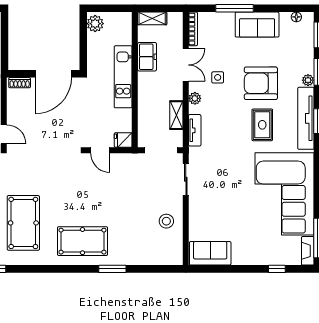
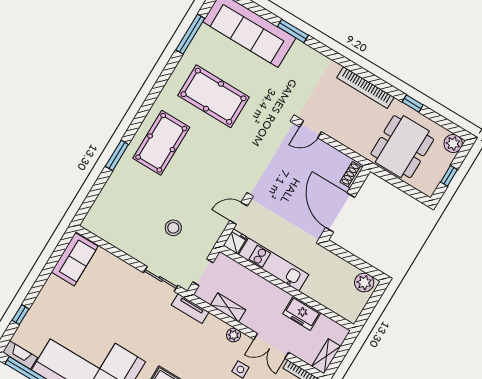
shelving: (152, 18) -> (326, 356), moved
kitchen unit: (123, 77) -> (274, 265), moved
tv unit: (195, 130) -> (190, 309), moved
doorway: (161, 150) -> (203, 272), width x0.73
stool: (166, 221) -> (173, 228), moved

